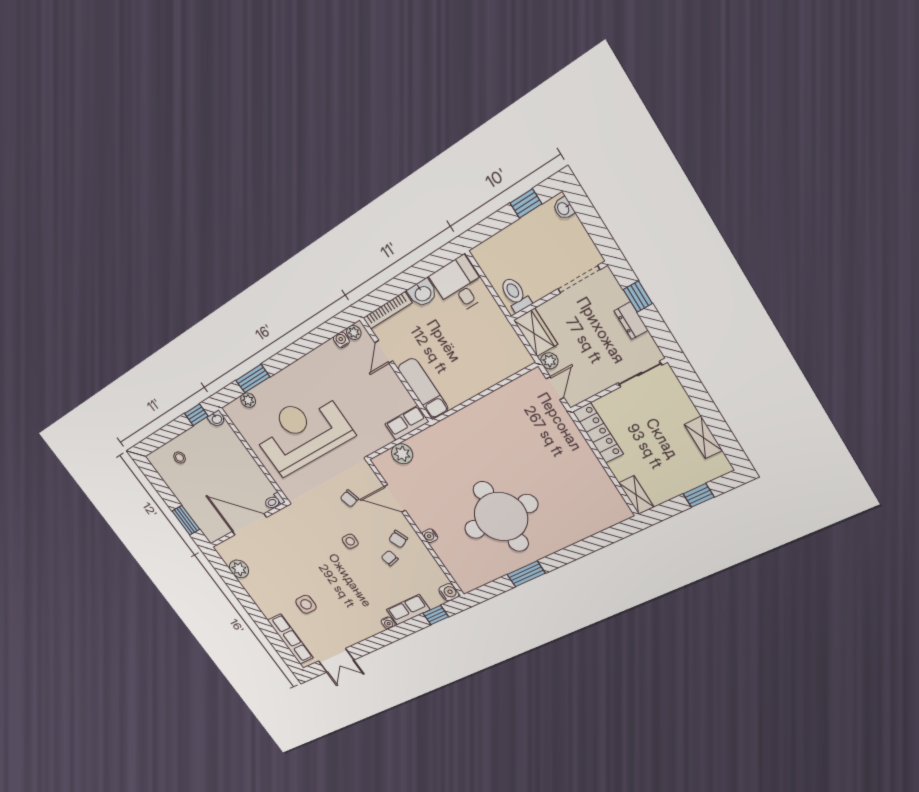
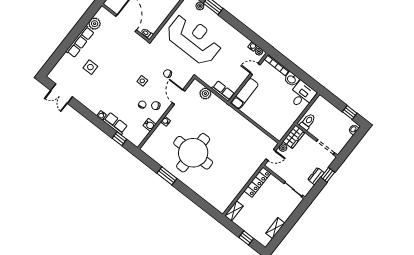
water cooler: (449, 592) -> (149, 125), moved
row of seats: (290, 639) -> (80, 42), moved

